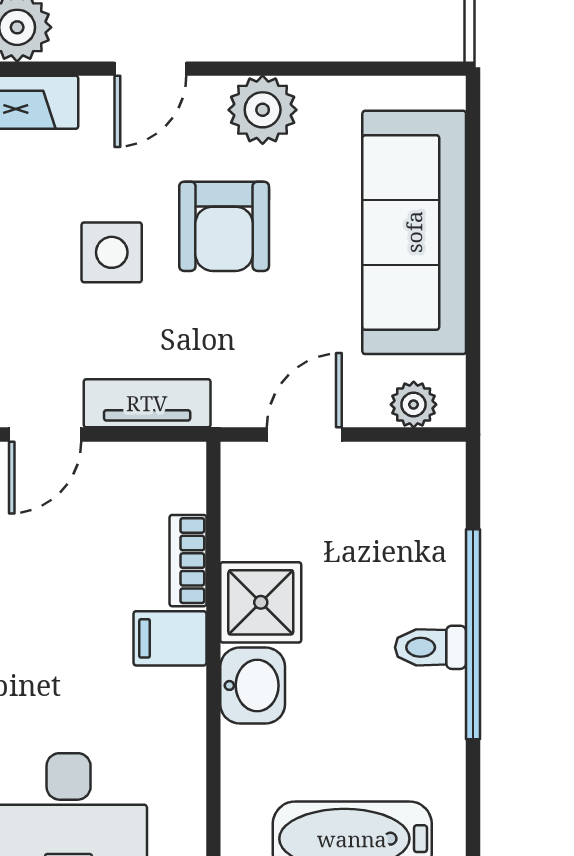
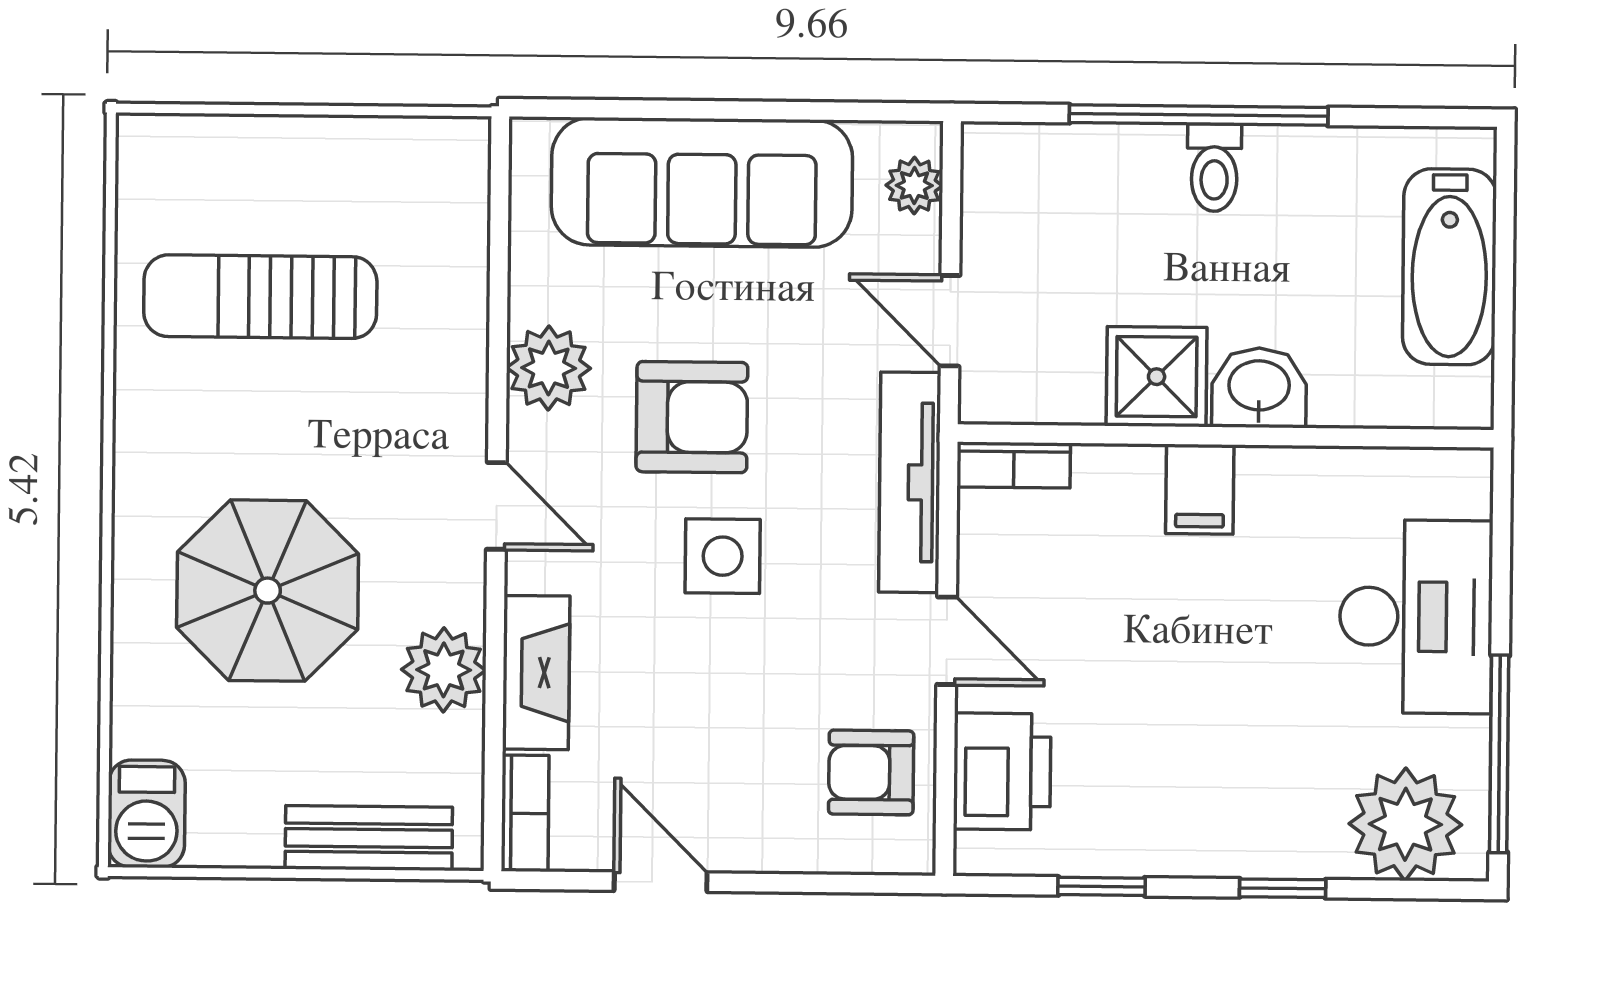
tv unit: (147, 403) -> (910, 482), width x1.41
bookcase: (188, 561) -> (1014, 465), moved

